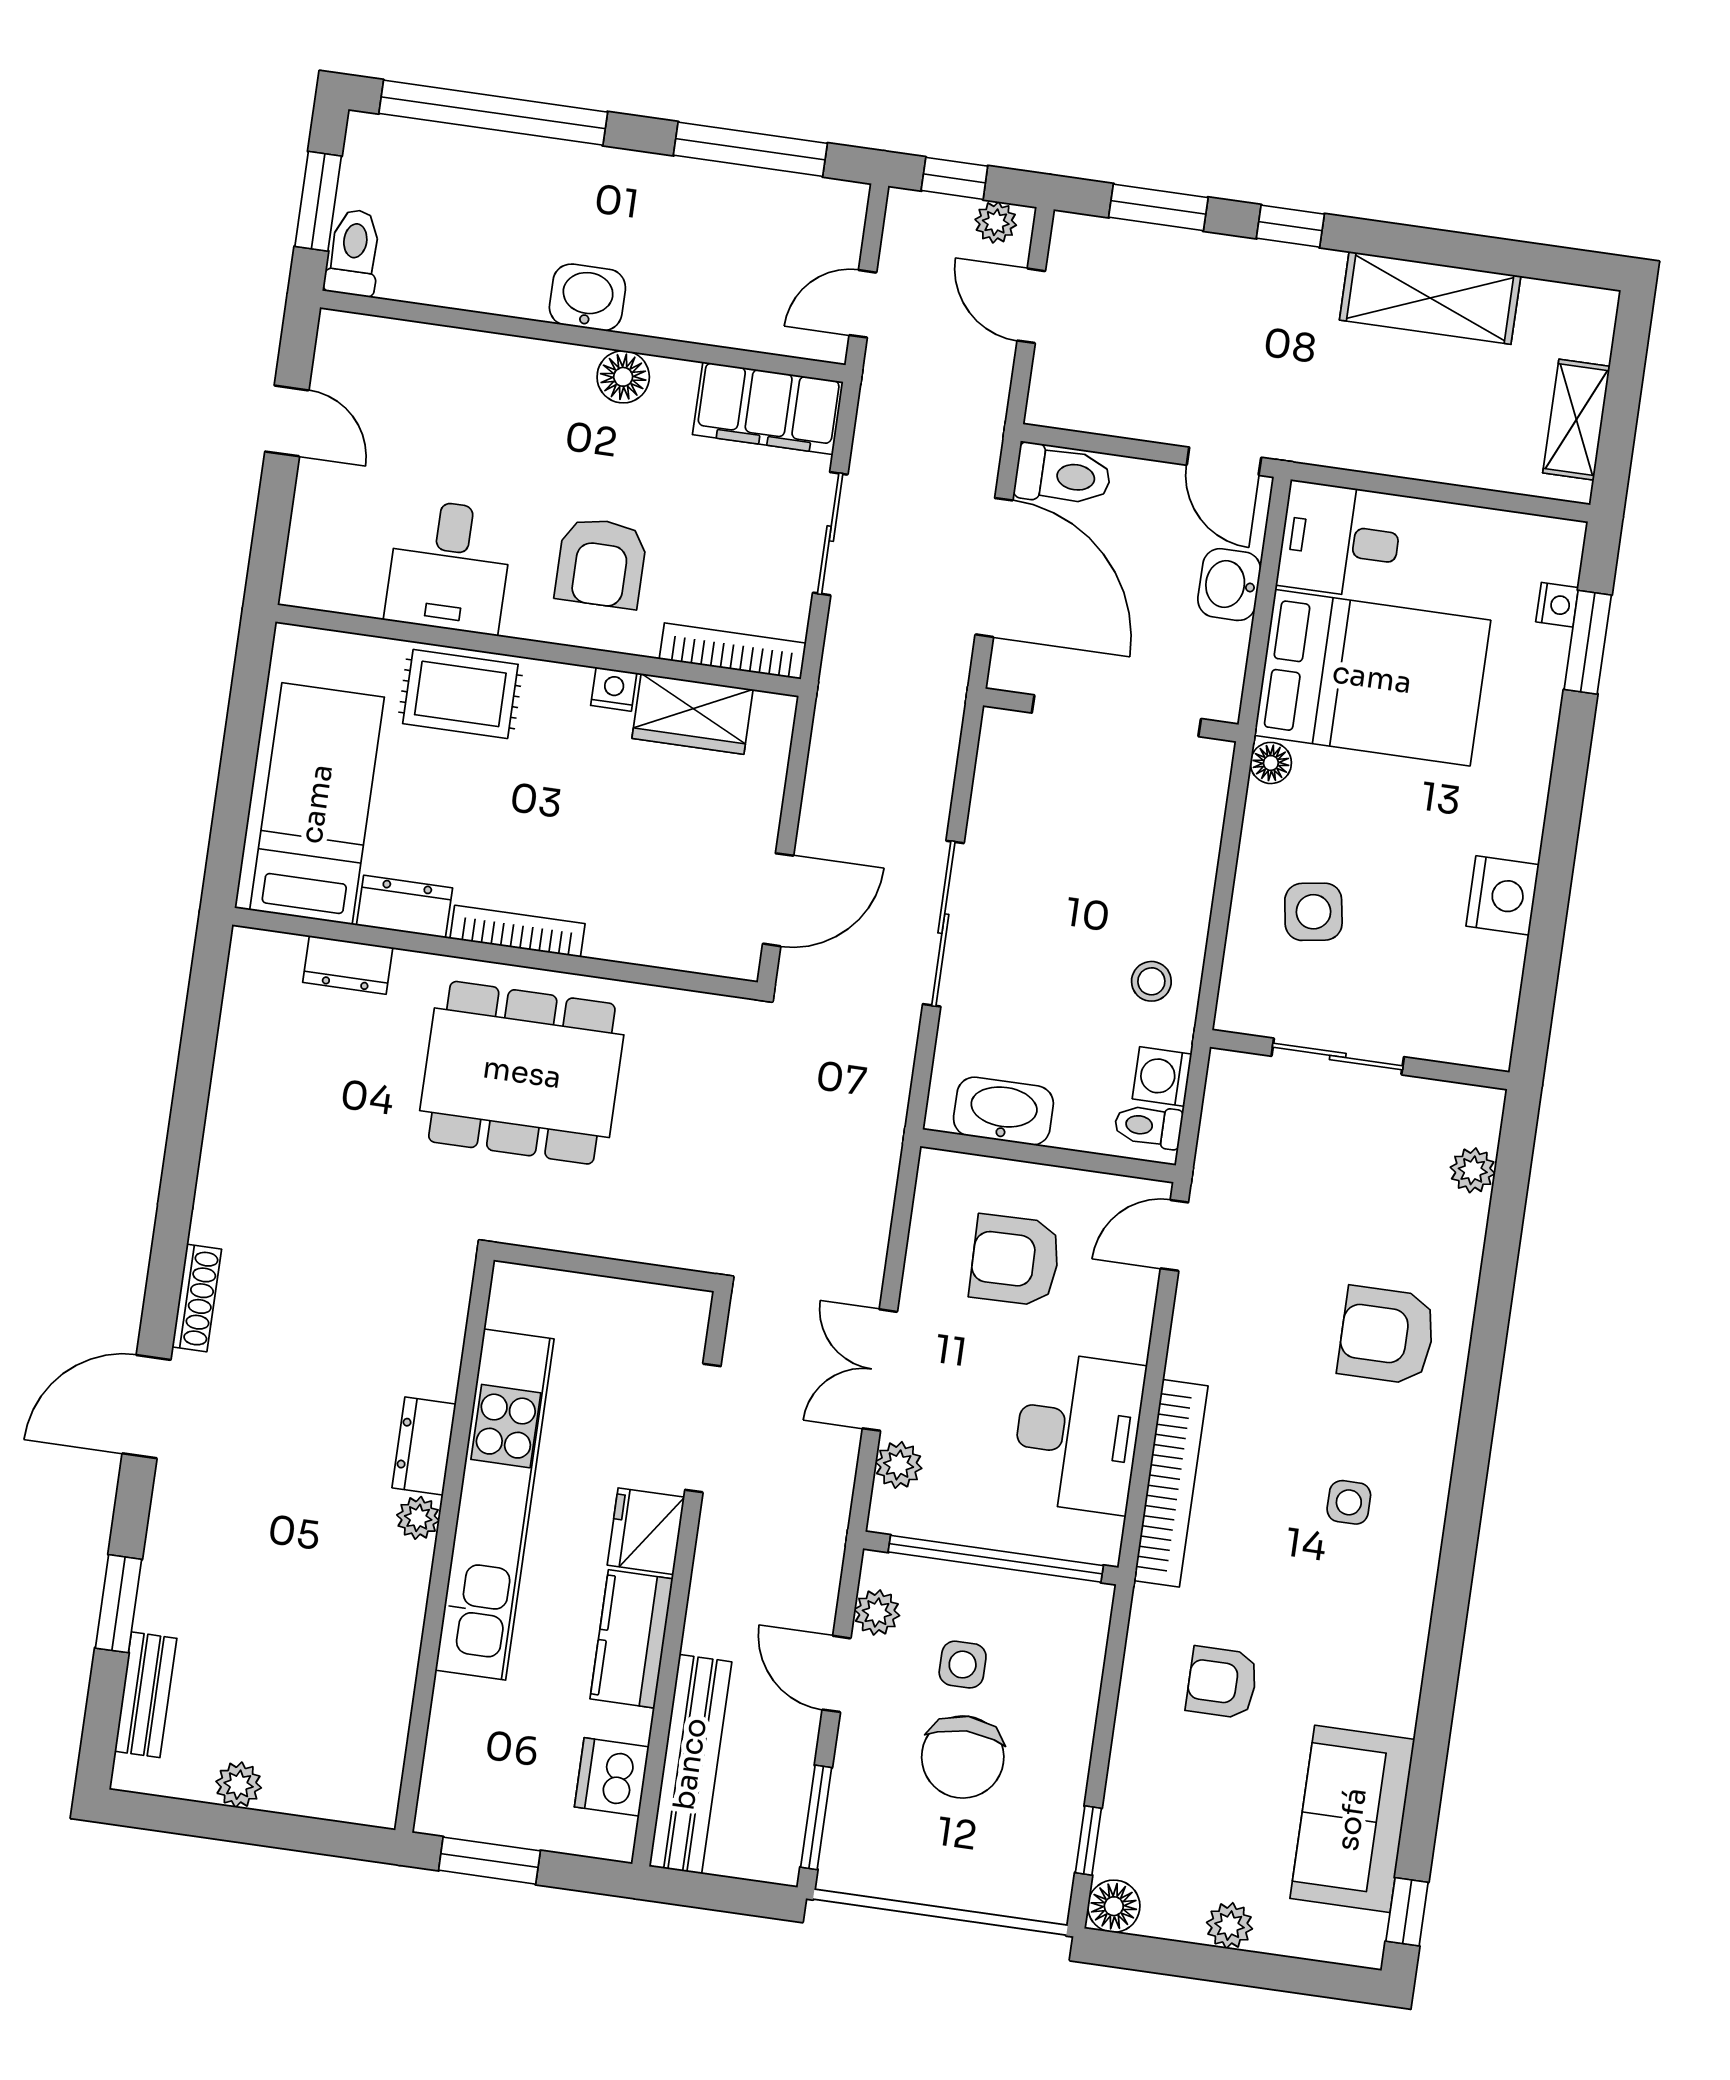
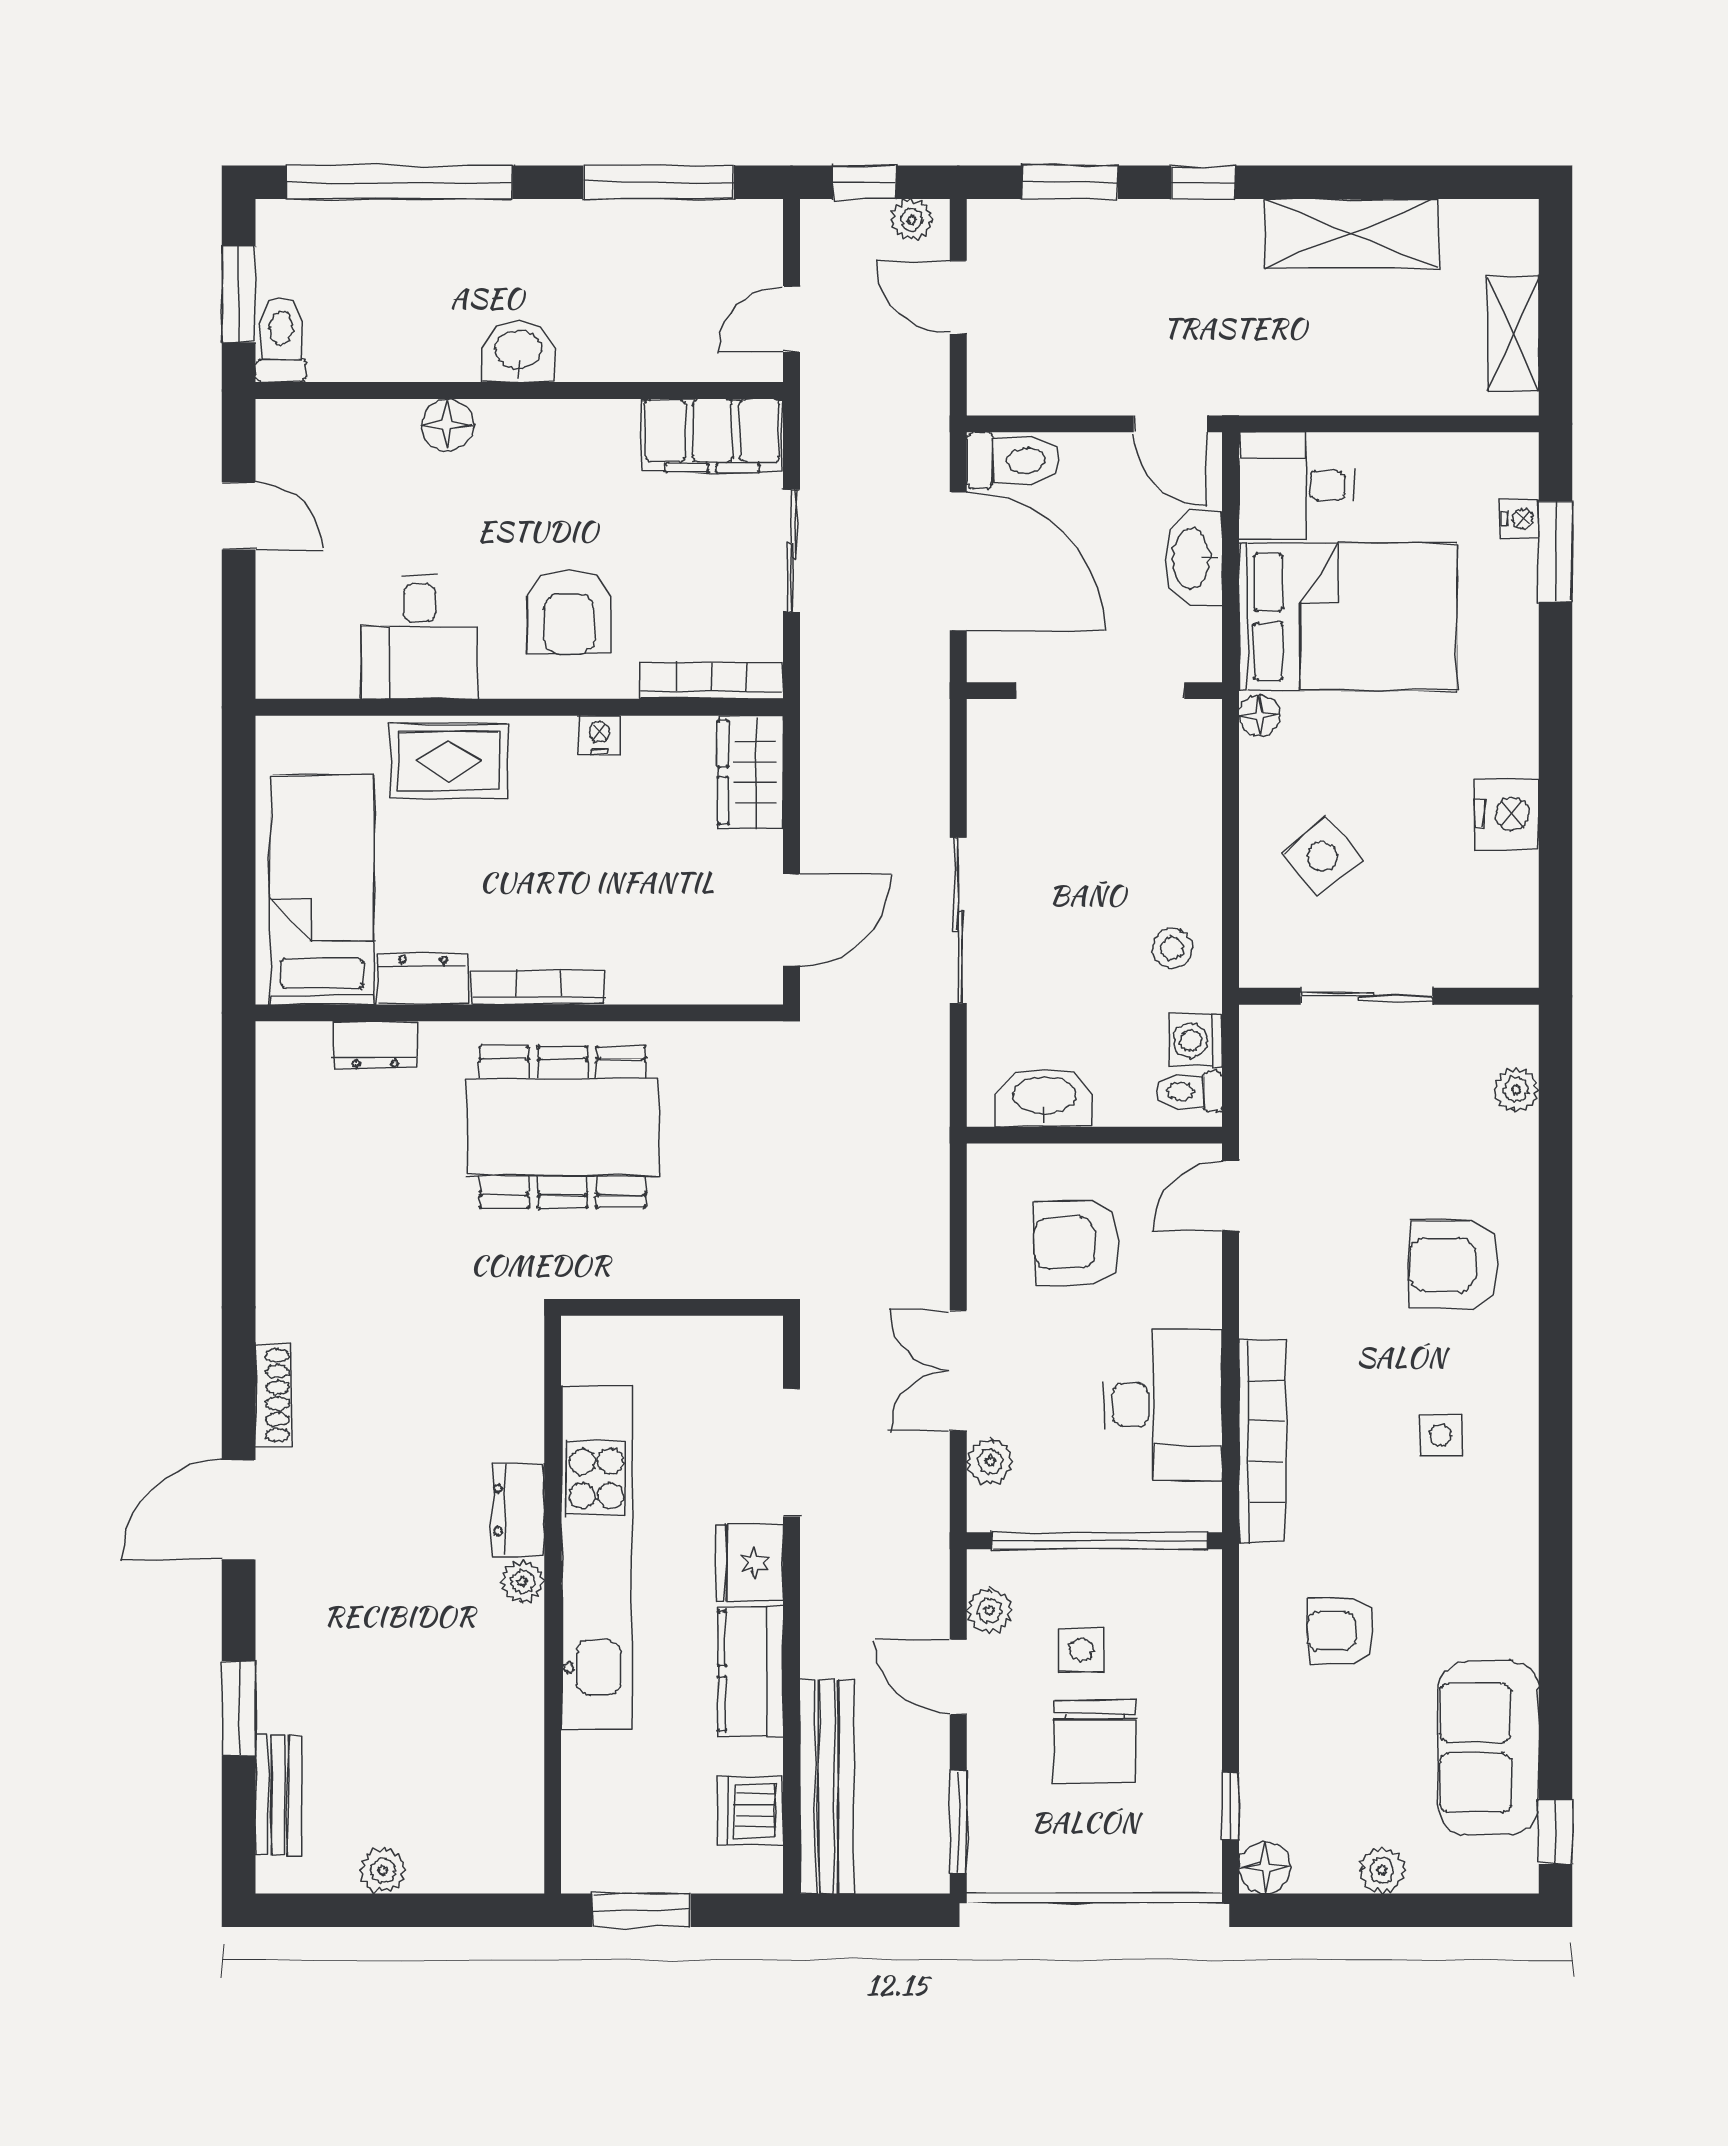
floor lamp: (623, 377) -> (448, 425), moved
washbasin: (1229, 585) -> (1193, 558), width x1.38
wardrobe: (692, 714) -> (750, 772), moved, turned 90
side table: (1313, 912) -> (1322, 857), turned -31

